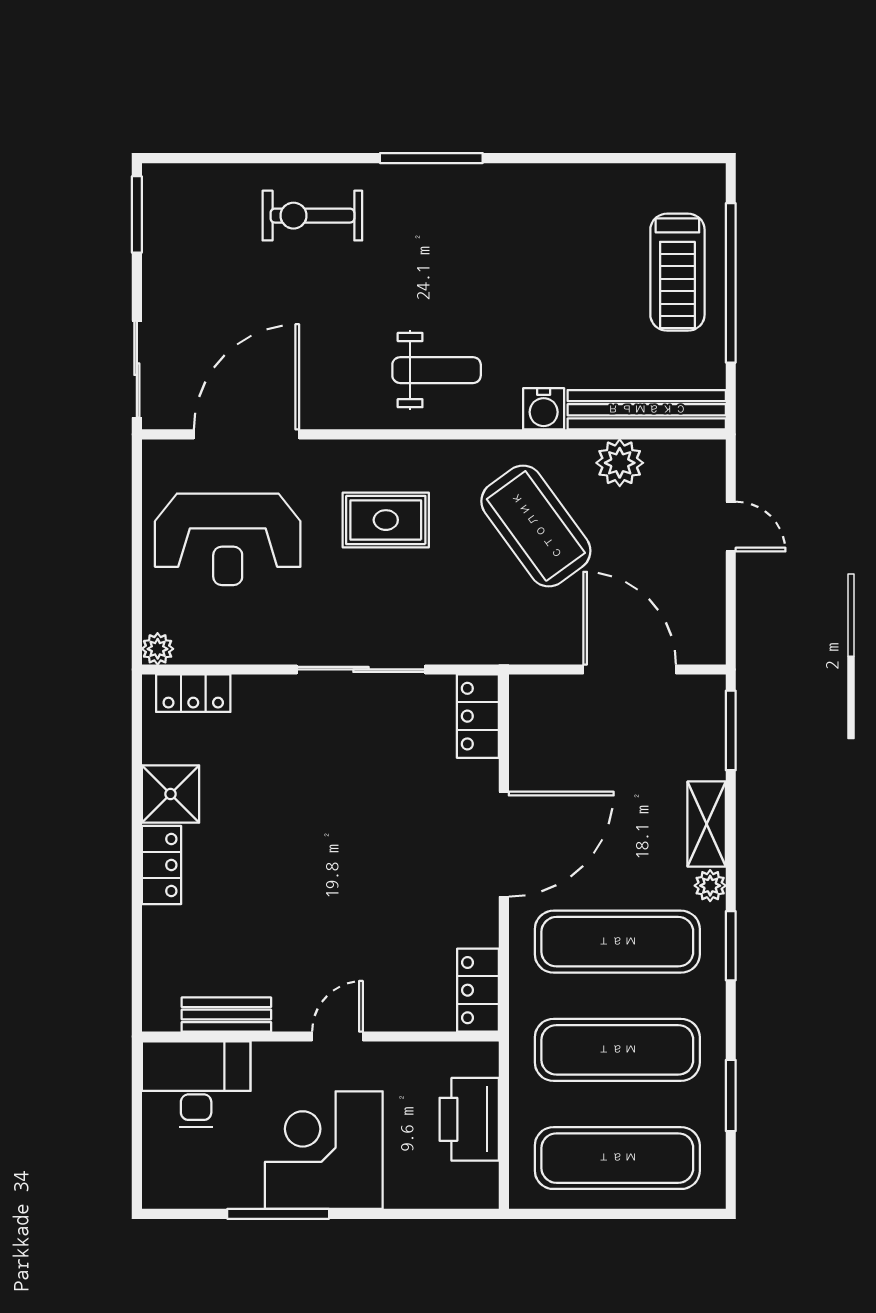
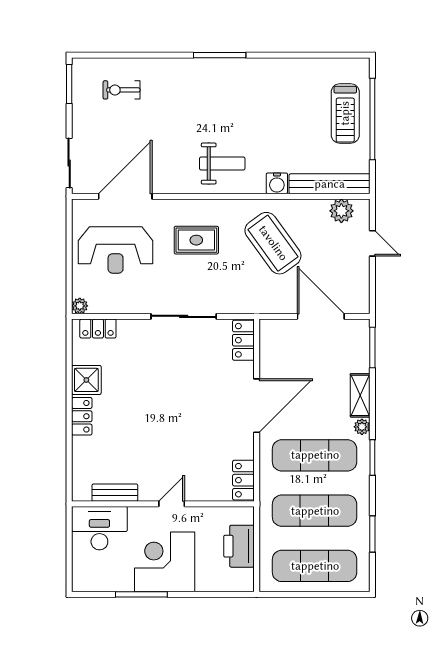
exercise bike: (312, 216) -> (121, 90), moved, width x0.73, depth x0.72
plant: (620, 463) -> (341, 211), moved

